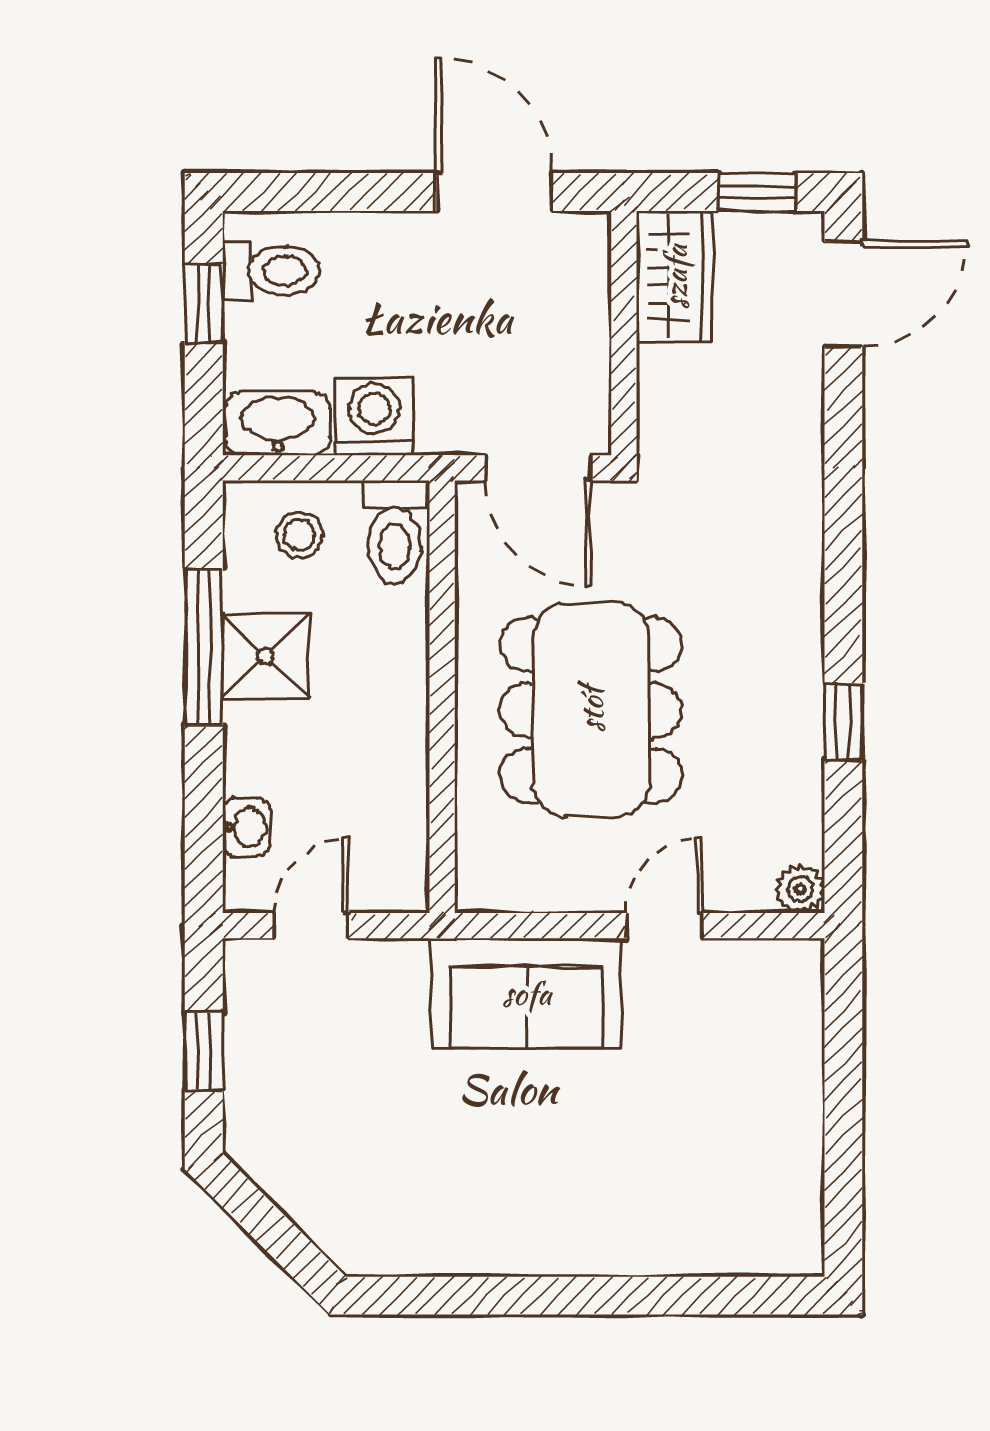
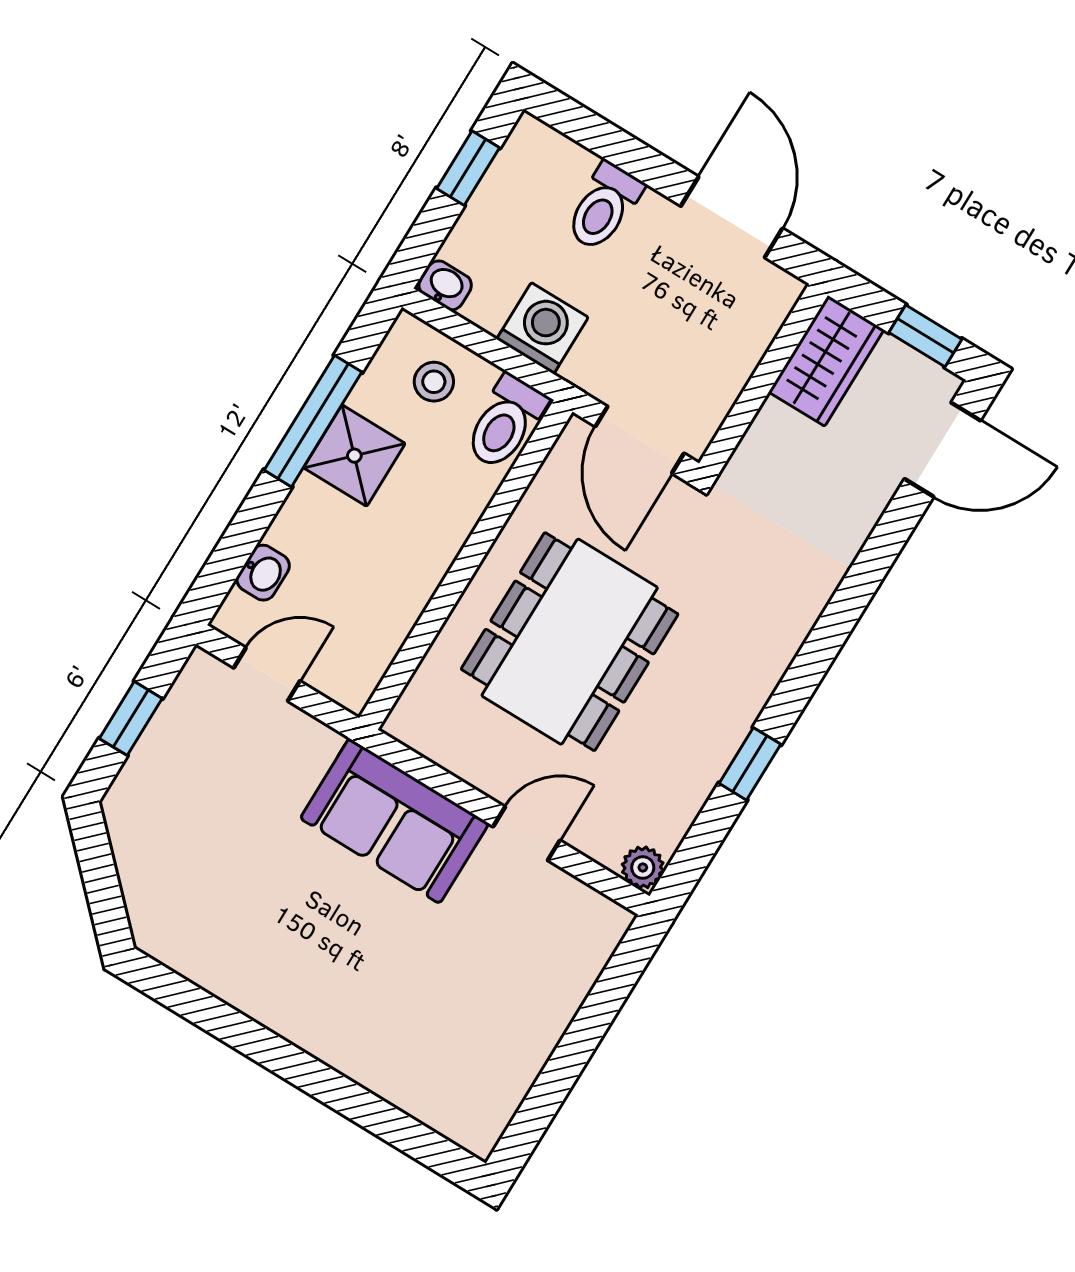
toilet: (271, 271) -> (604, 207), moved, turned 90
washbasin: (278, 423) -> (445, 285), width x0.52, depth x0.69

